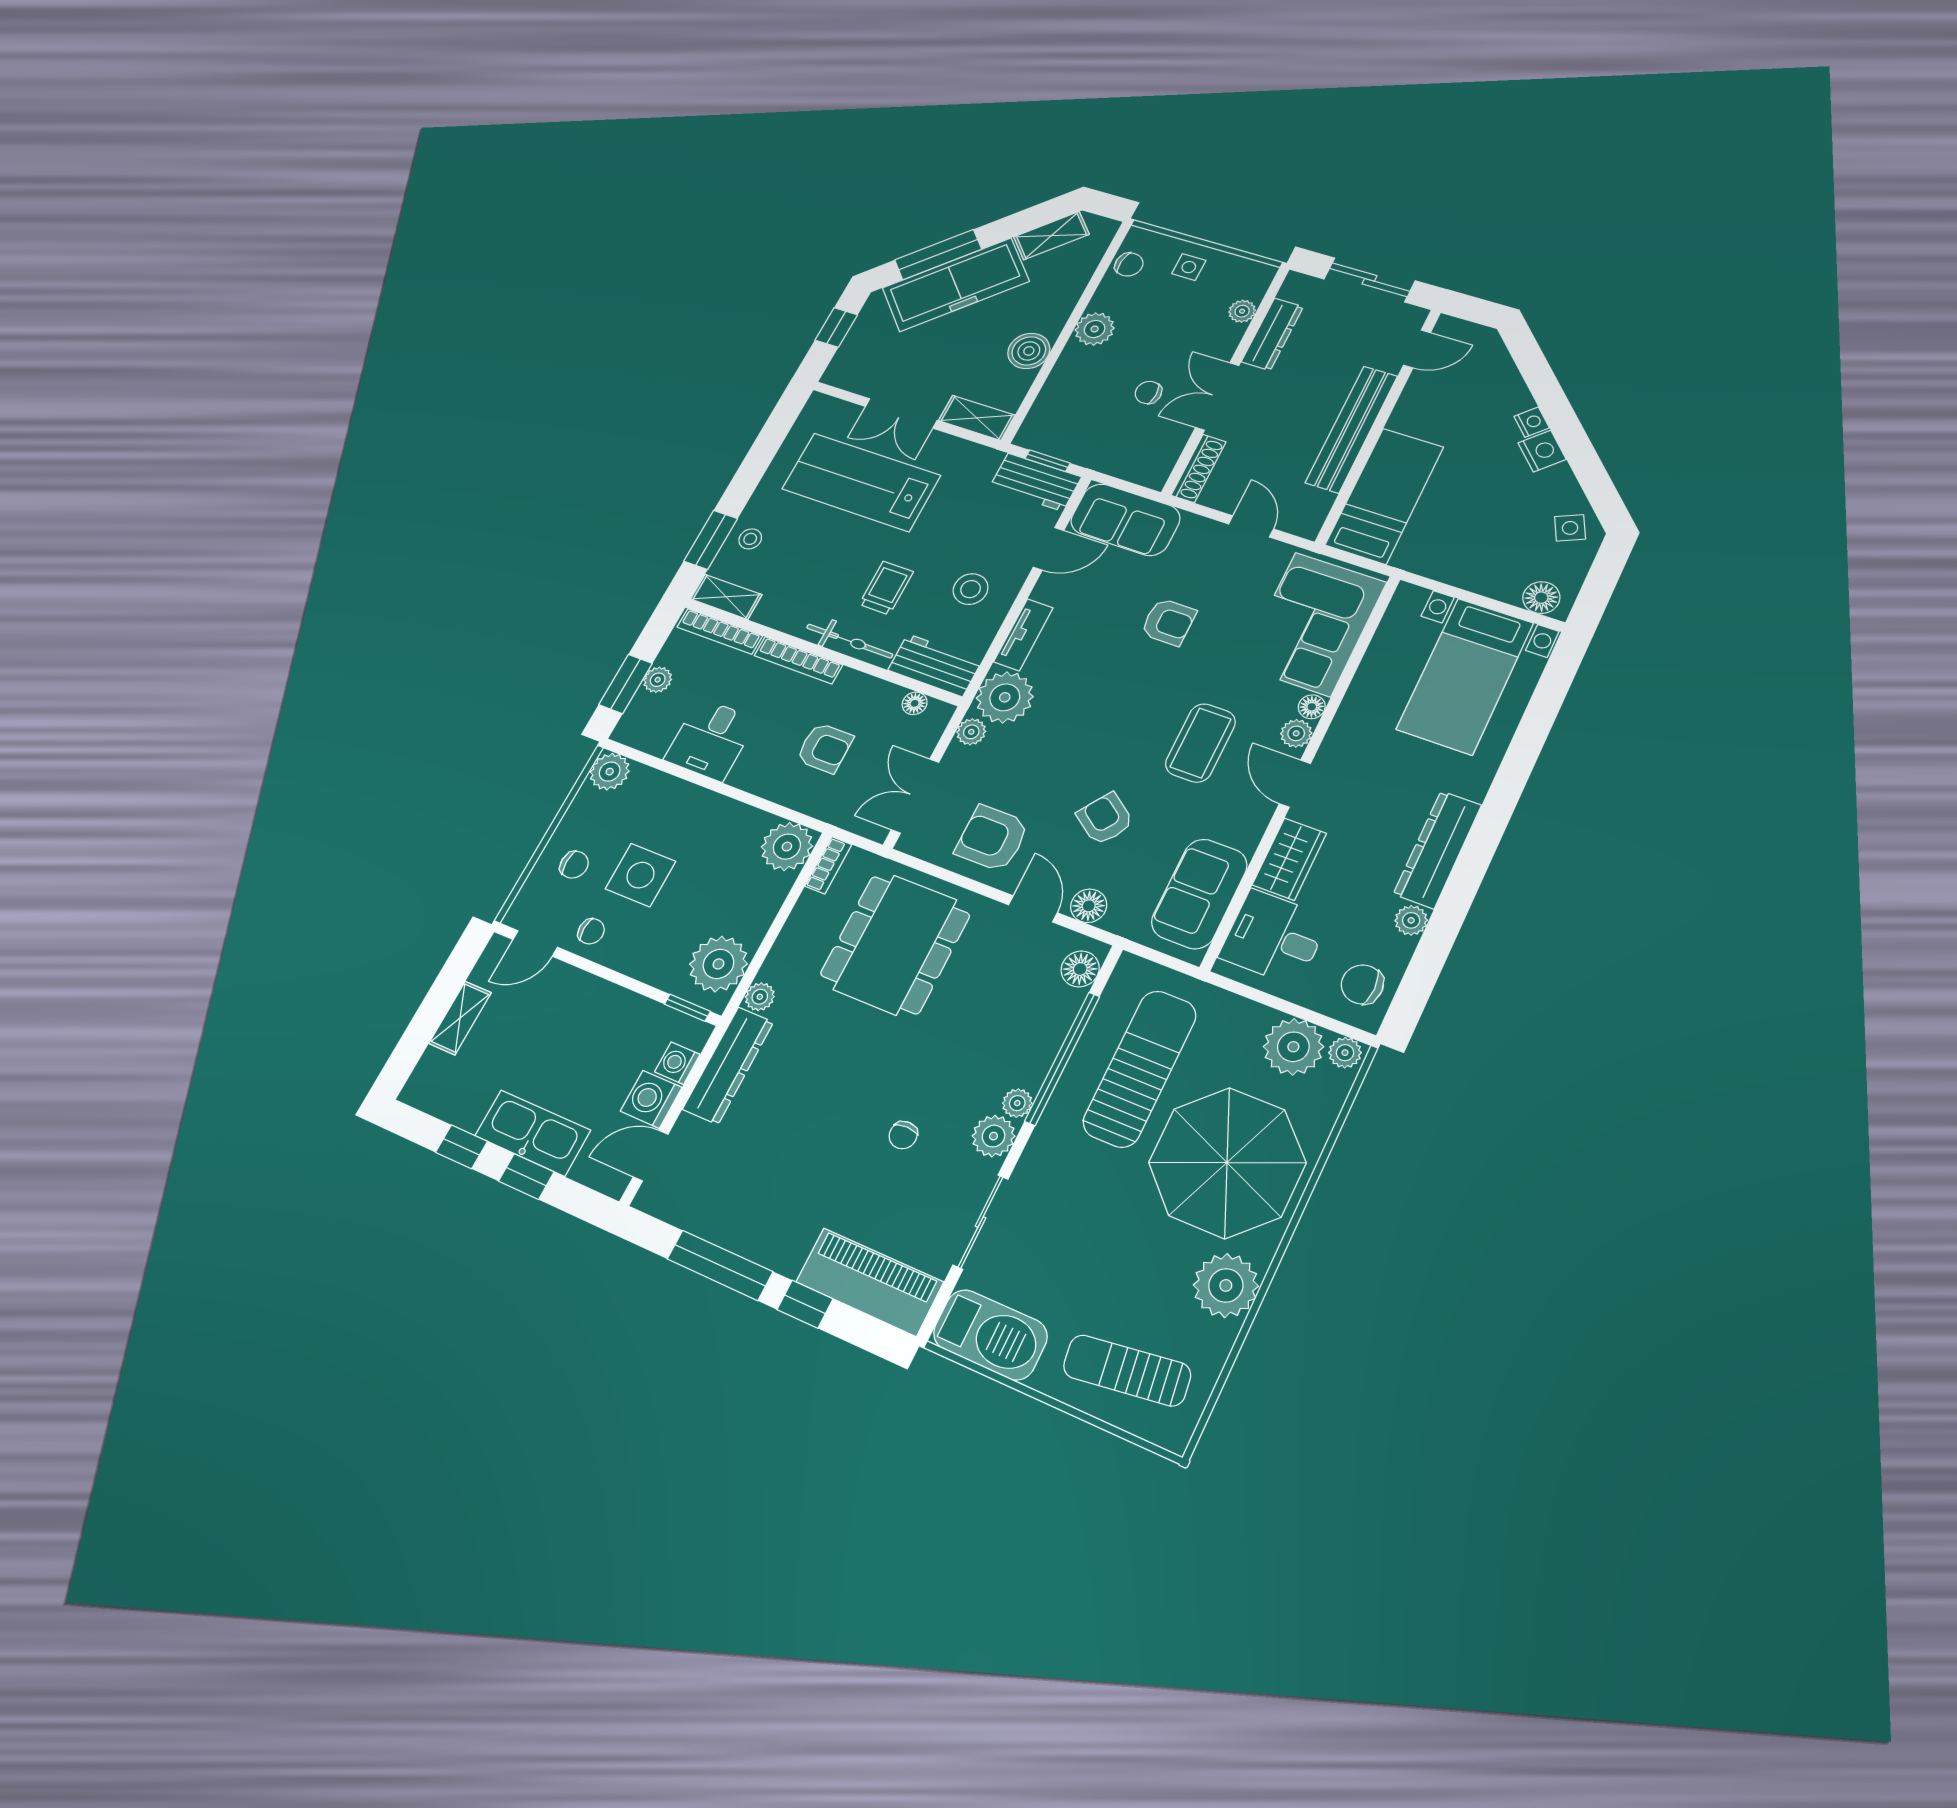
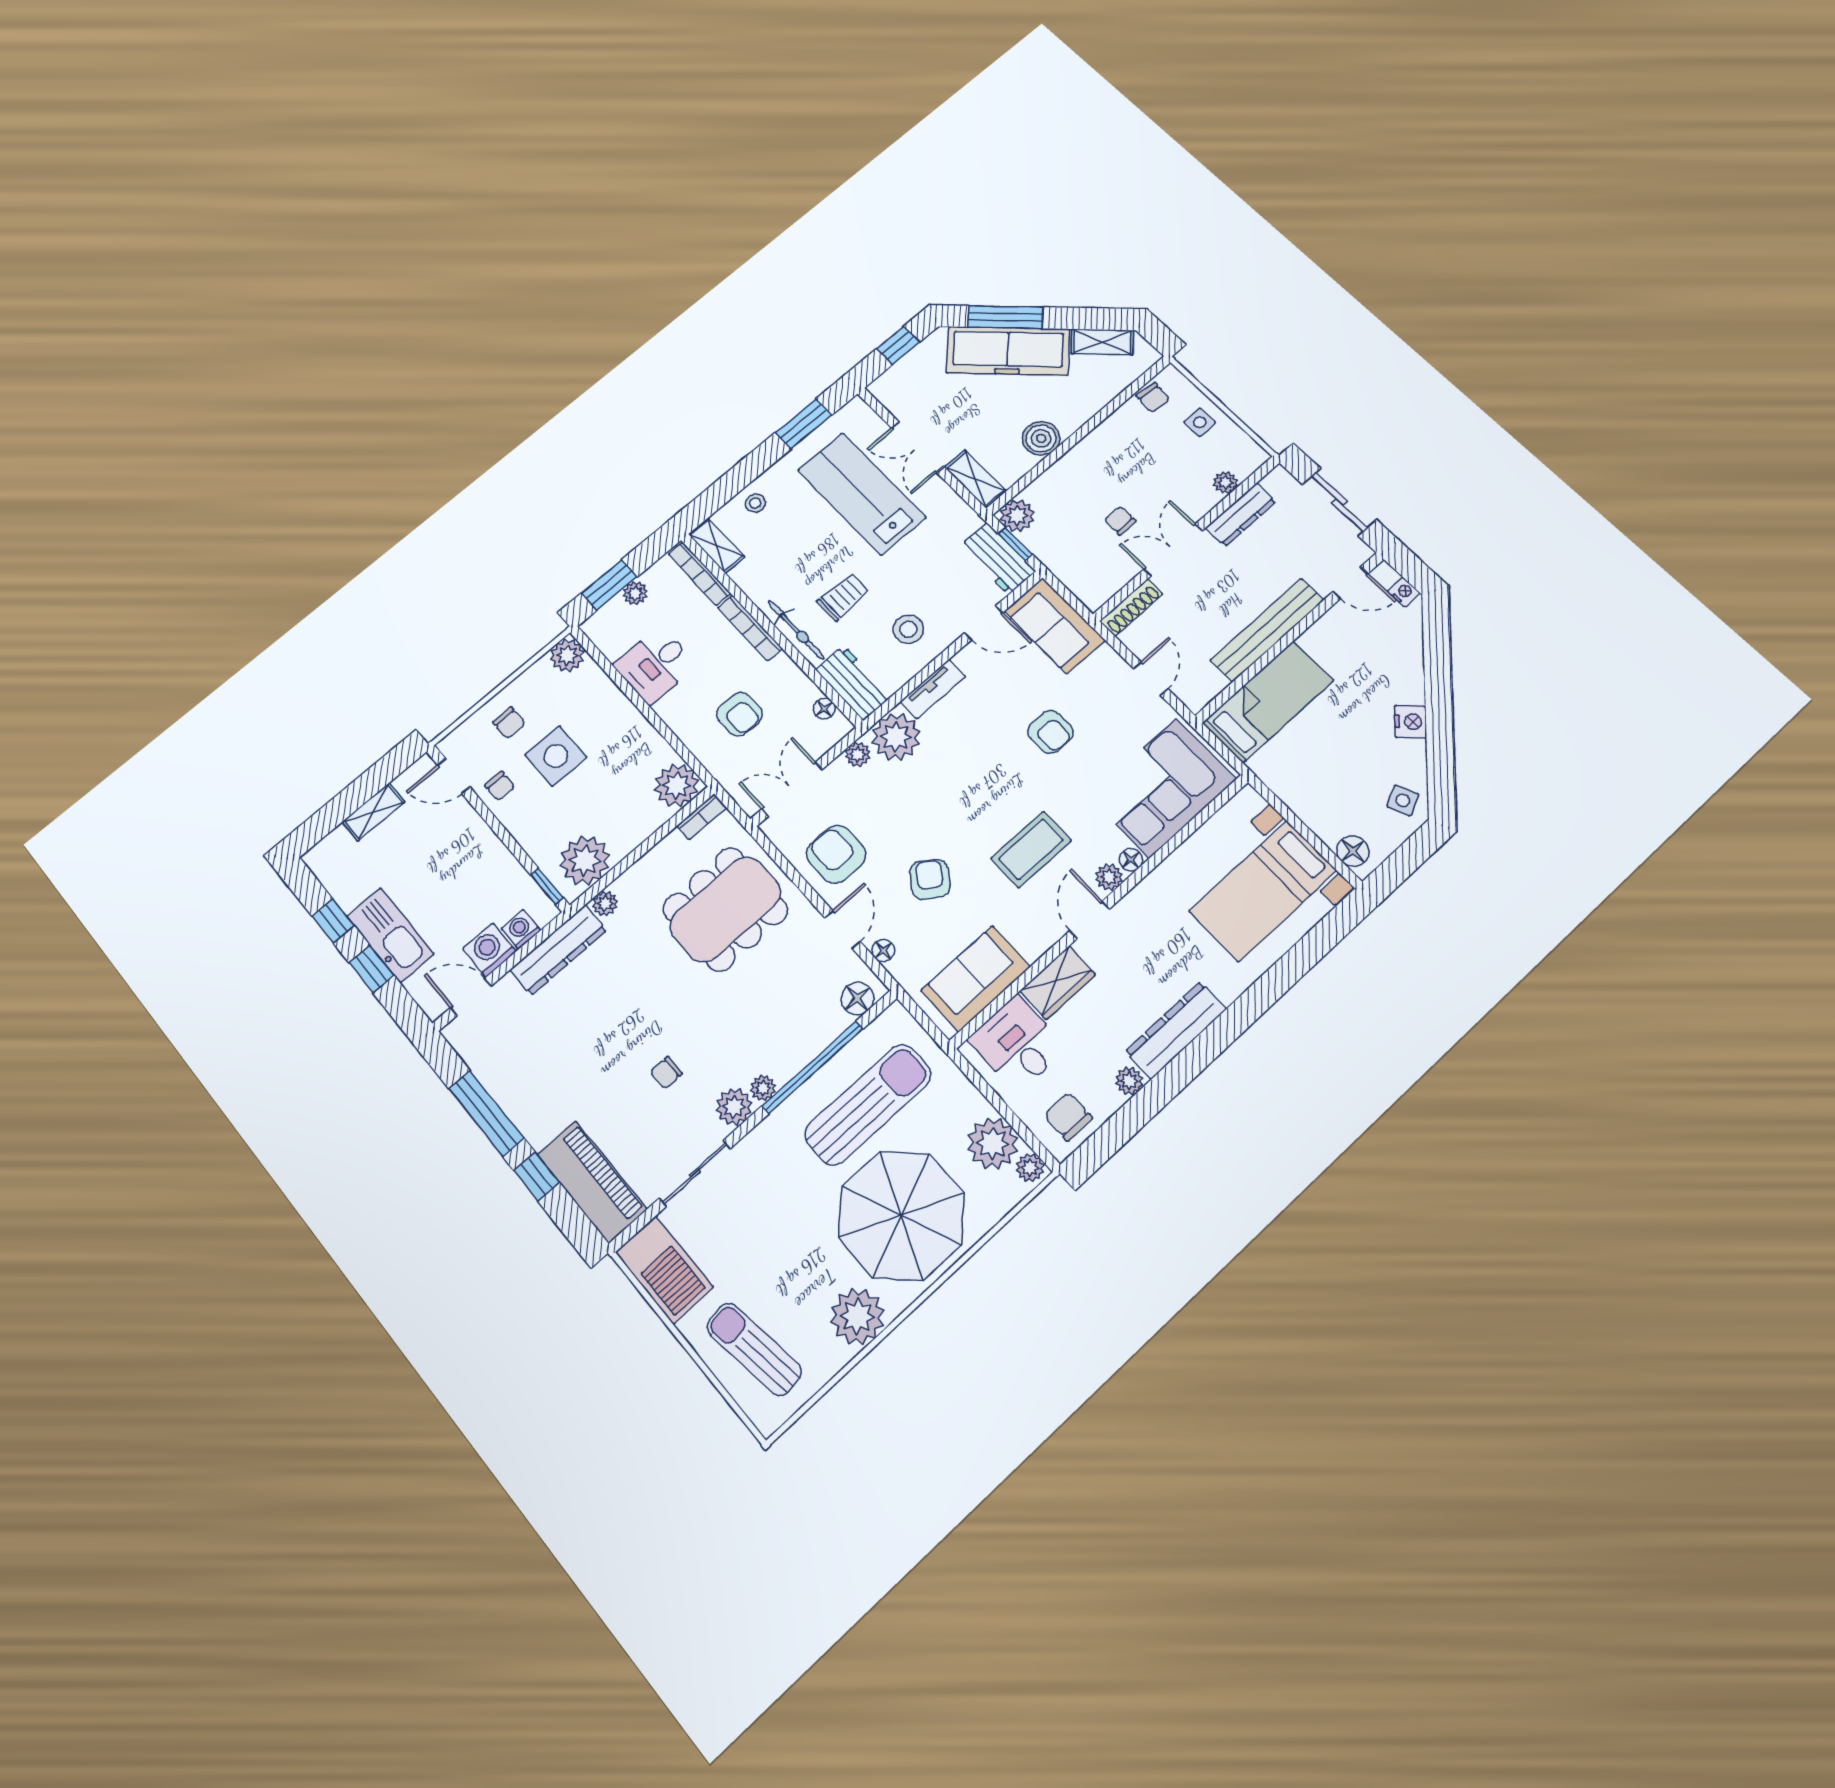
plant: (1095, 329) -> (1017, 516), moved
nightstand: (1532, 422) -> (1404, 592), moved, turned -45
window: (711, 540) -> (803, 424), moved
floor lamp: (1089, 906) -> (883, 951), width x0.73, depth x0.73

